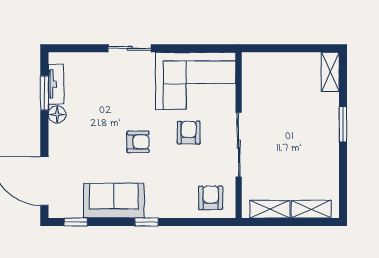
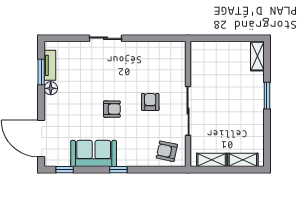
corner sofa: (196, 81) -> (155, 63), removed
armchair: (211, 198) -> (167, 151), turned -78

